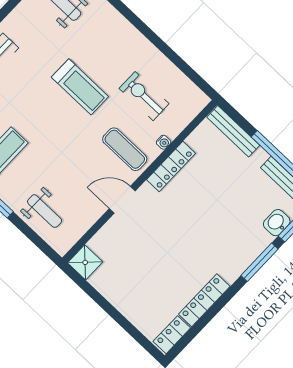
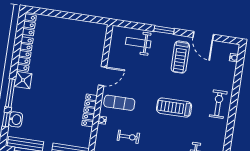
treadmill: (80, 87) -> (174, 108), moved
exercise bike: (144, 96) -> (128, 137), width x0.73, depth x0.72
shower: (85, 262) -> (23, 80), moved

